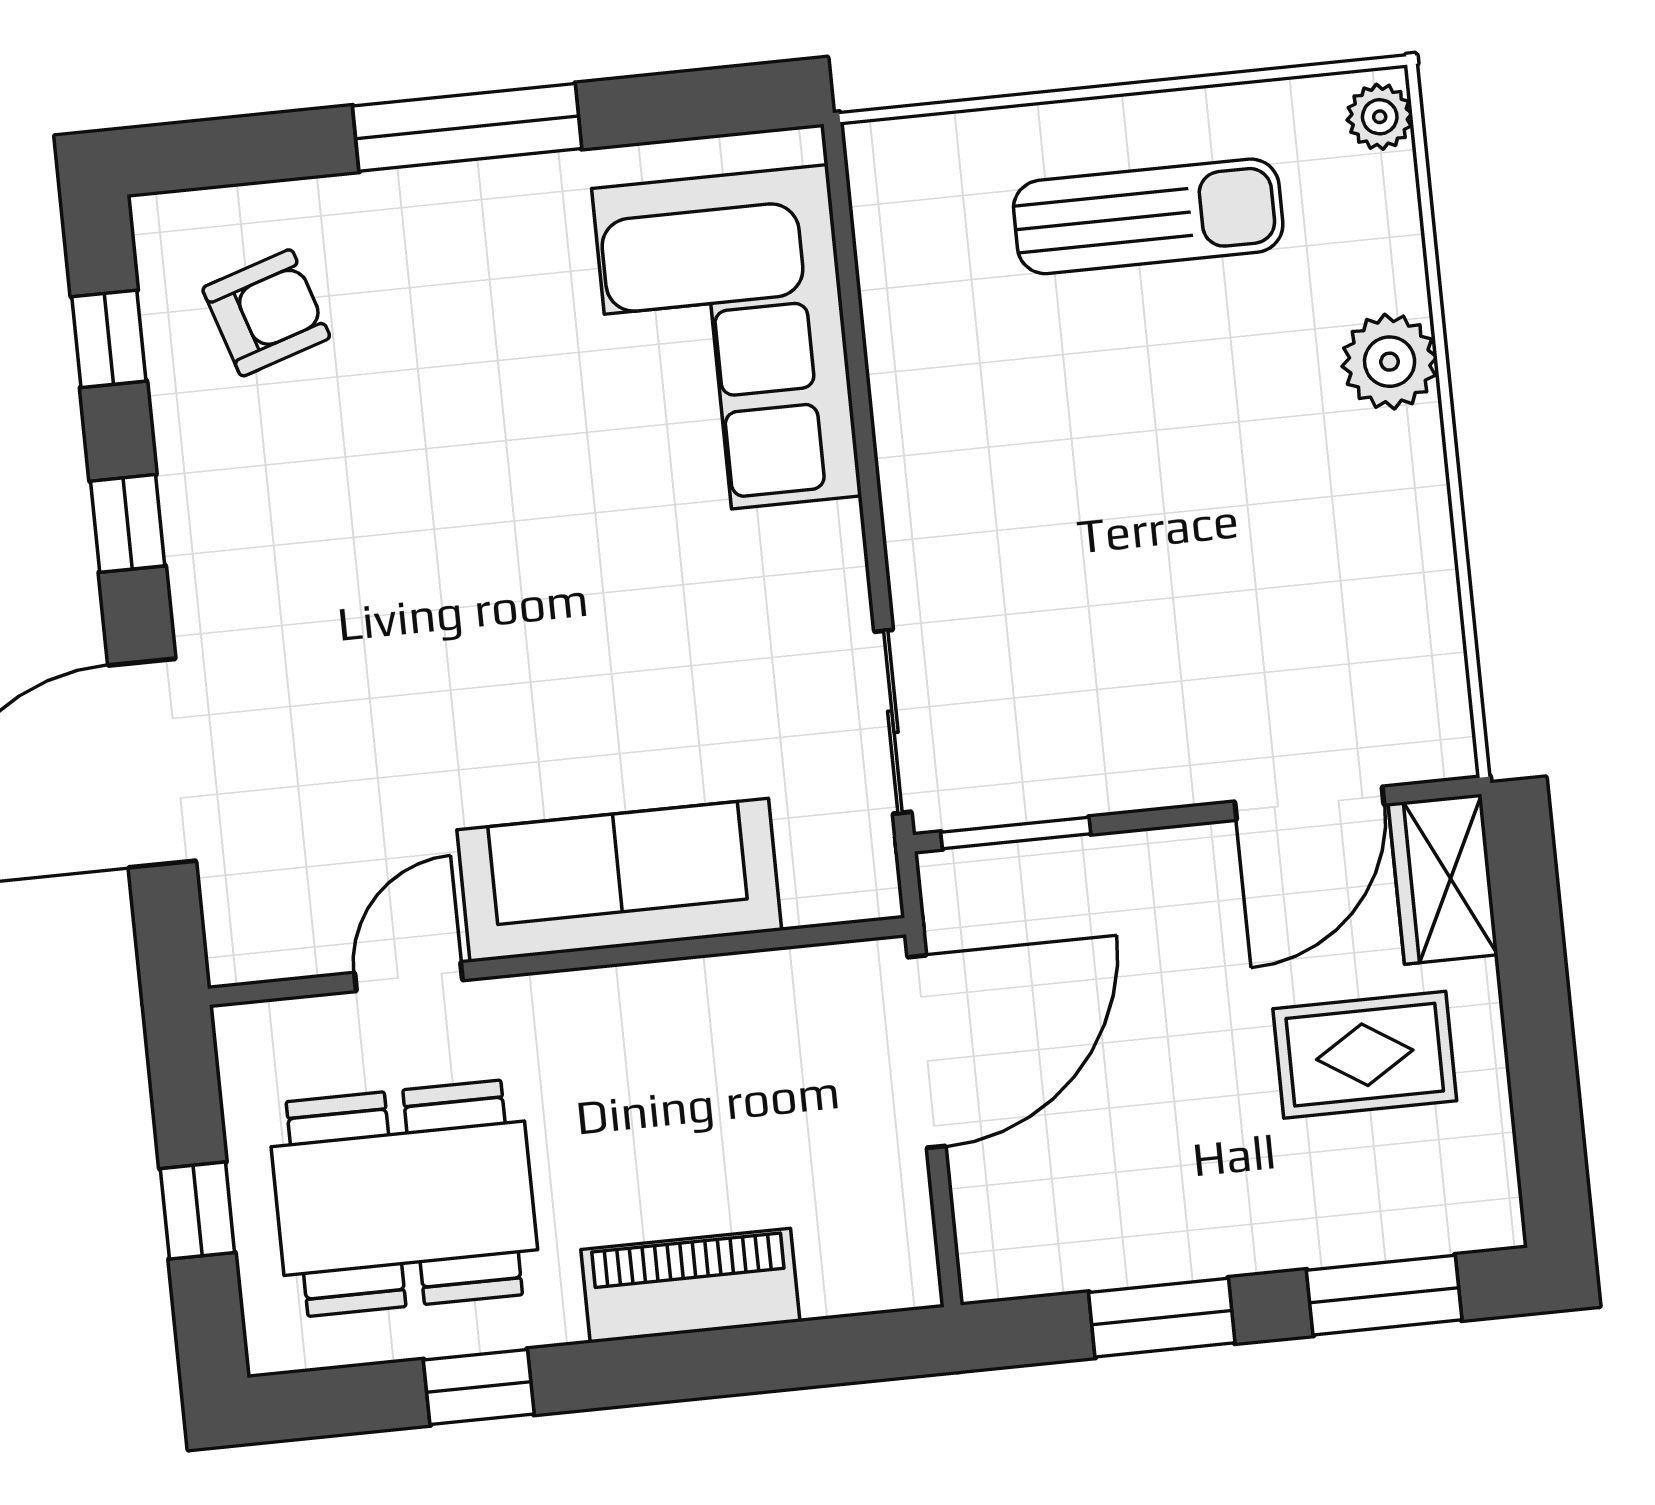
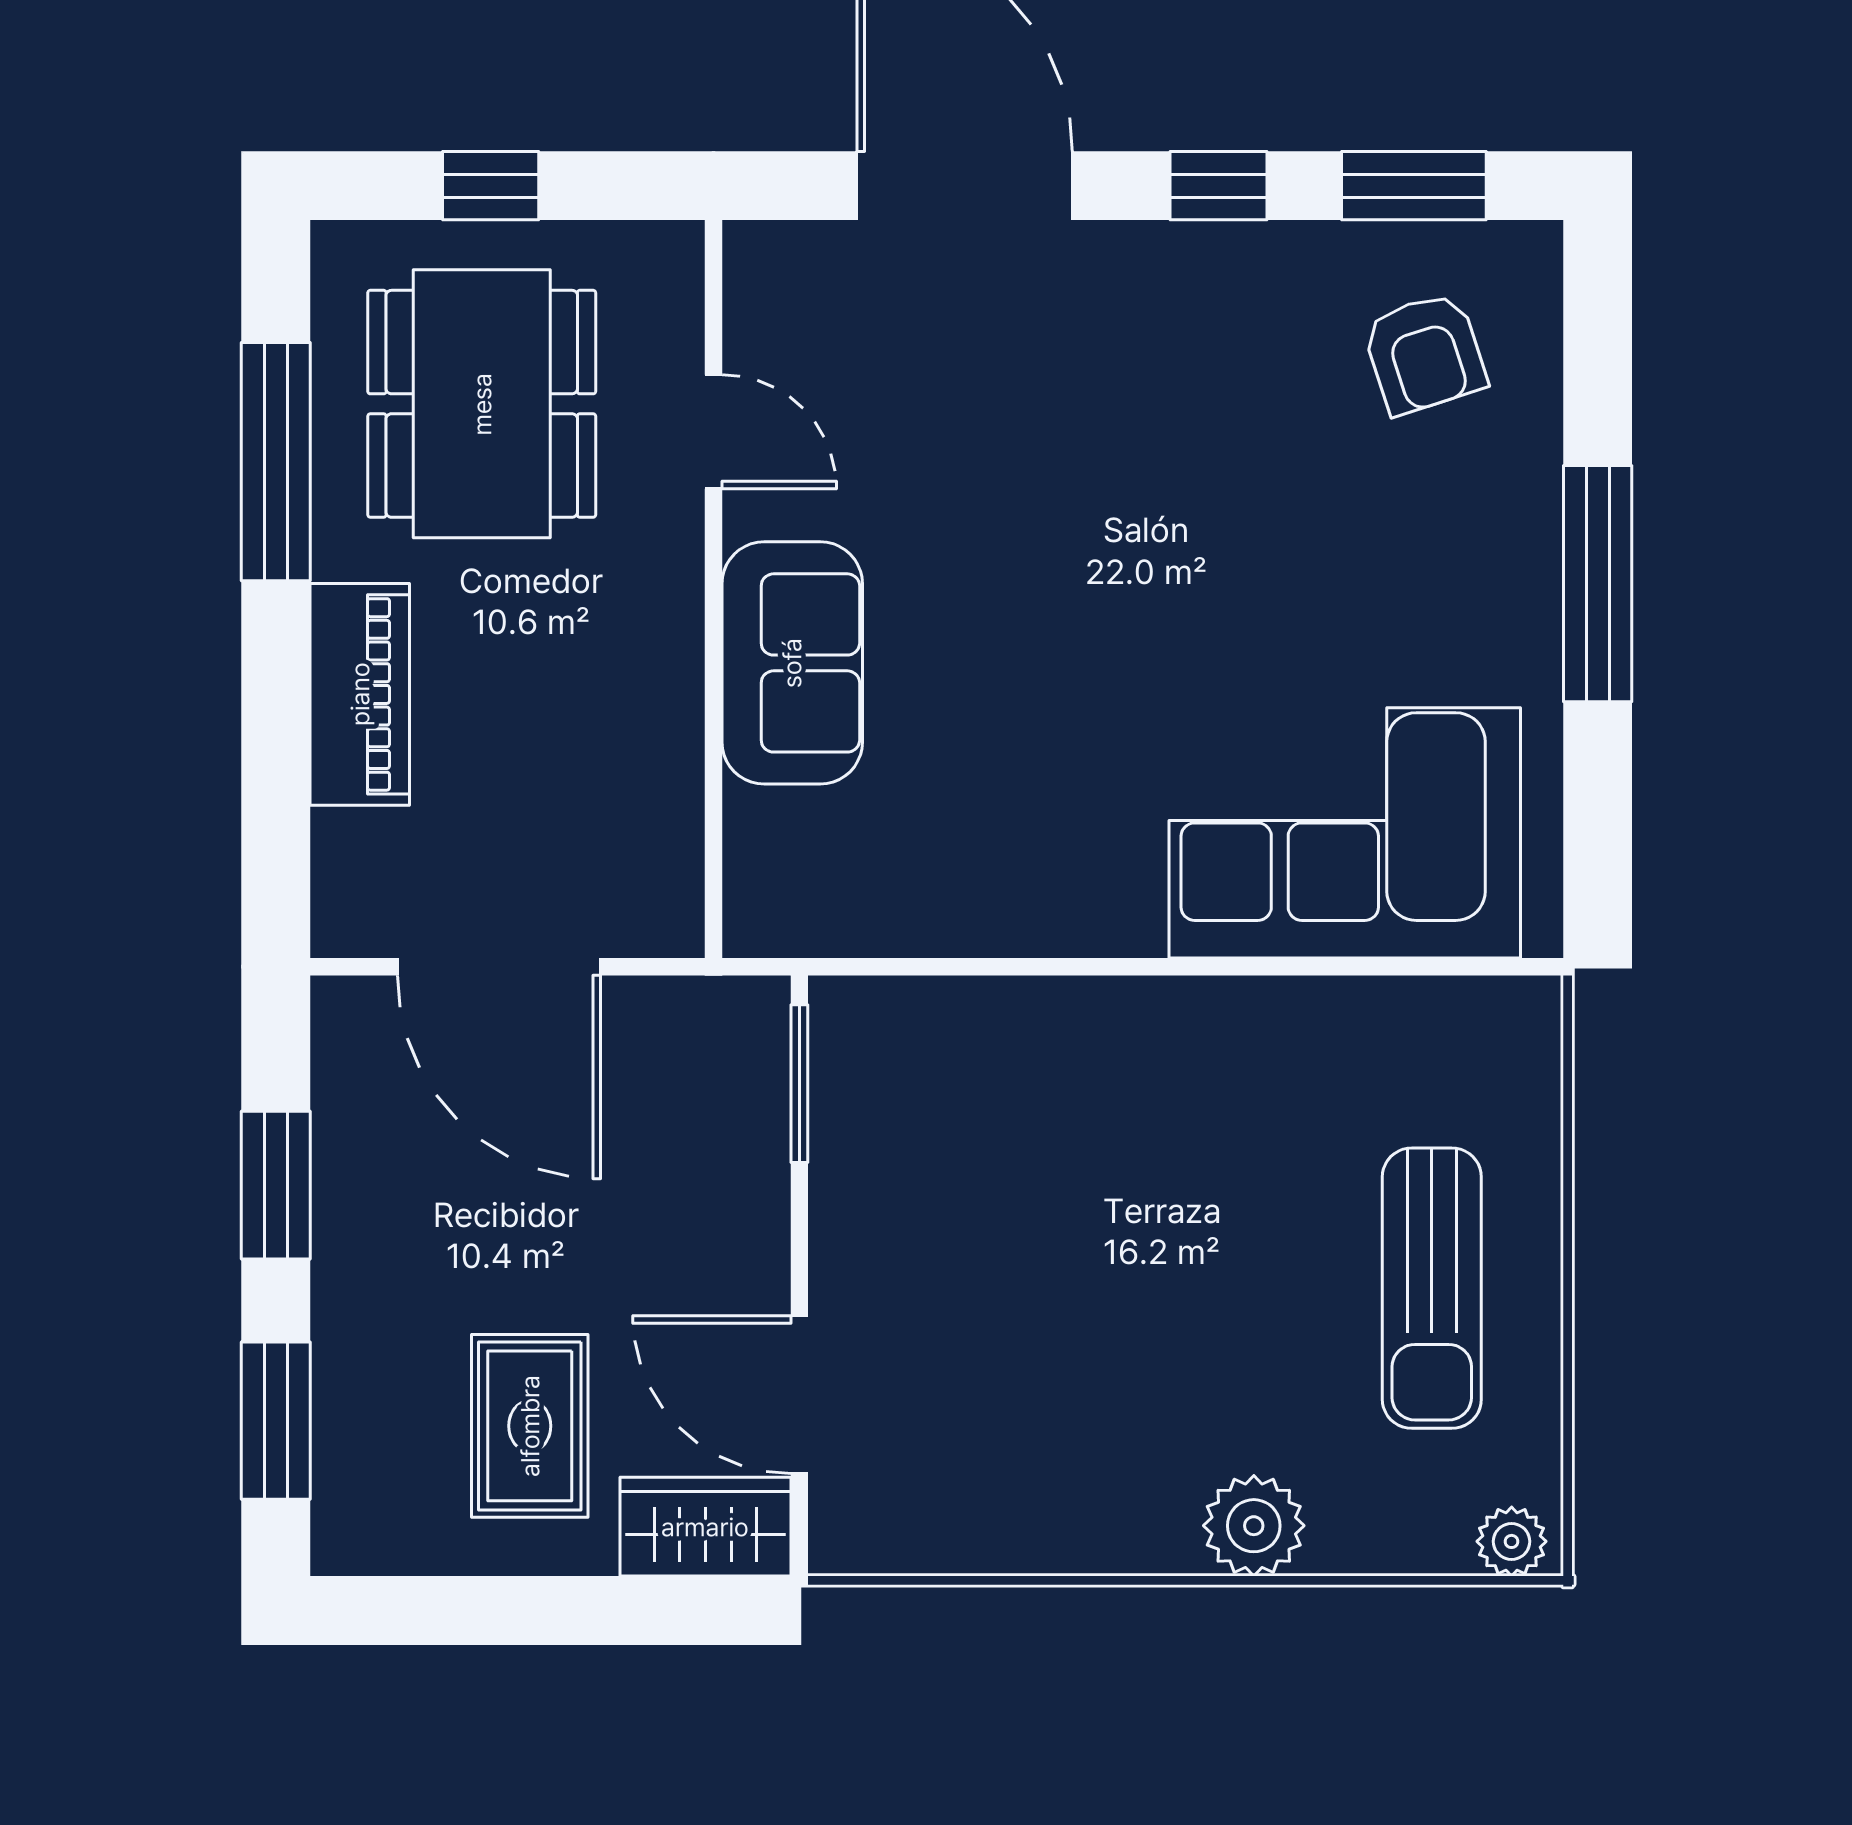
window: (109, 339) -> (1414, 186), width x1.50
sliding door: (893, 722) -> (929, 967), removed
sofa: (619, 880) -> (792, 663), width x0.73
door: (926, 1052) -> (499, 967), moved
window: (479, 1387) -> (276, 462), width x2.17

